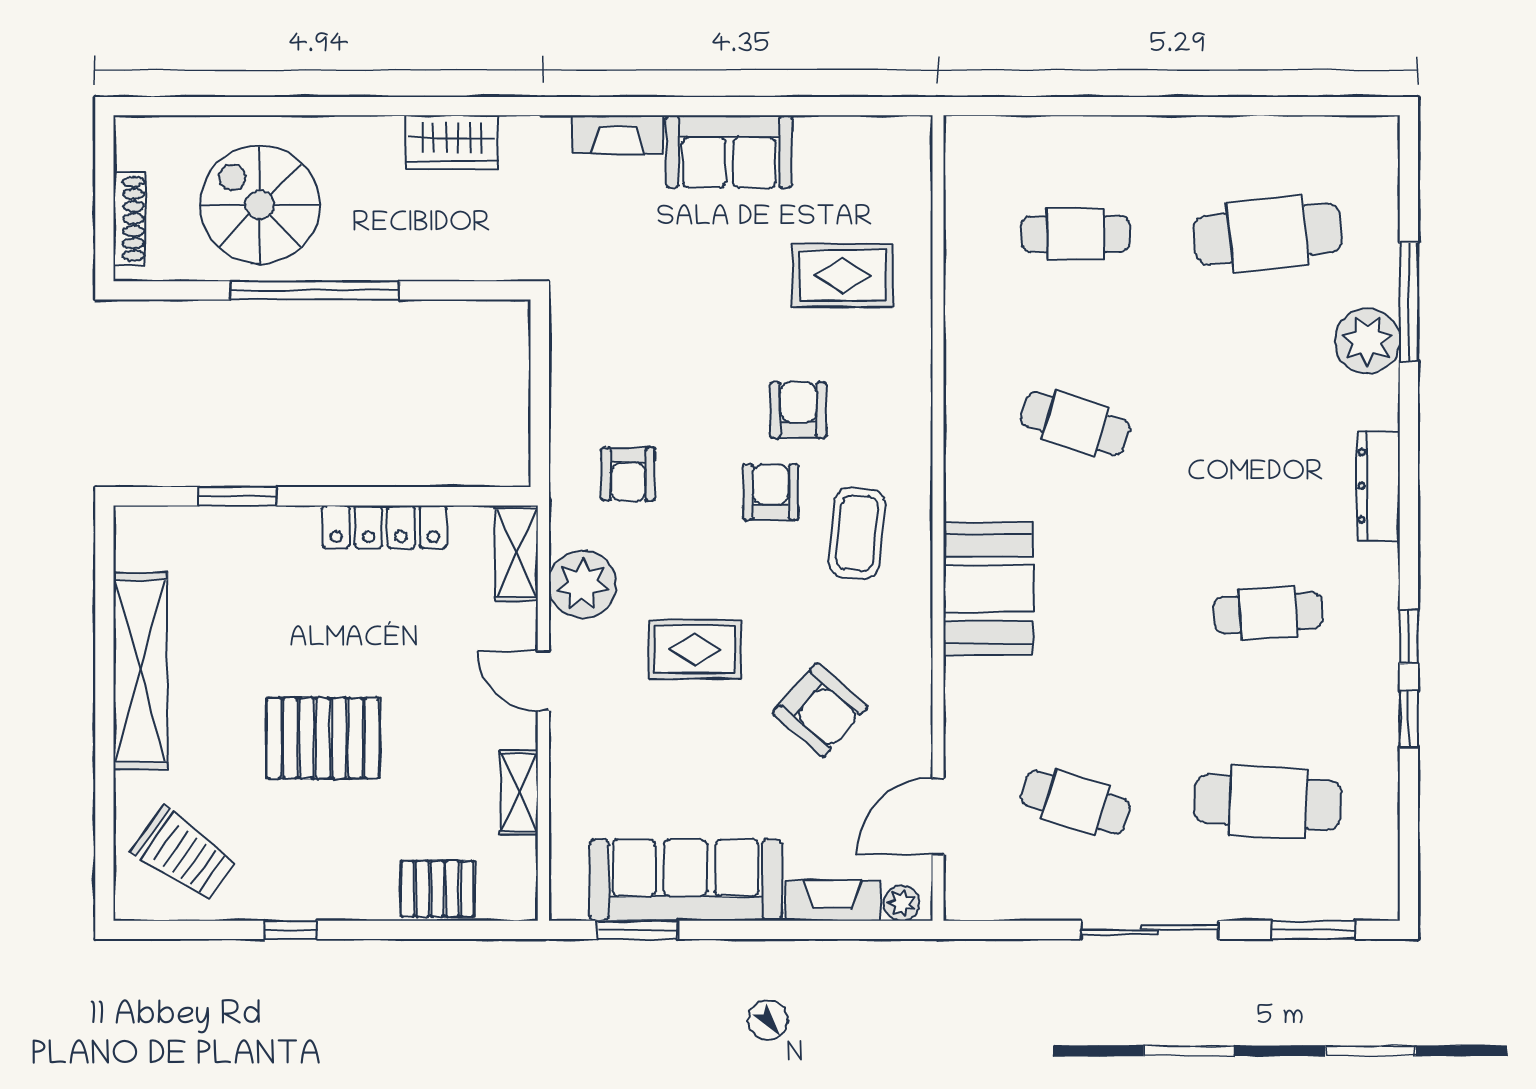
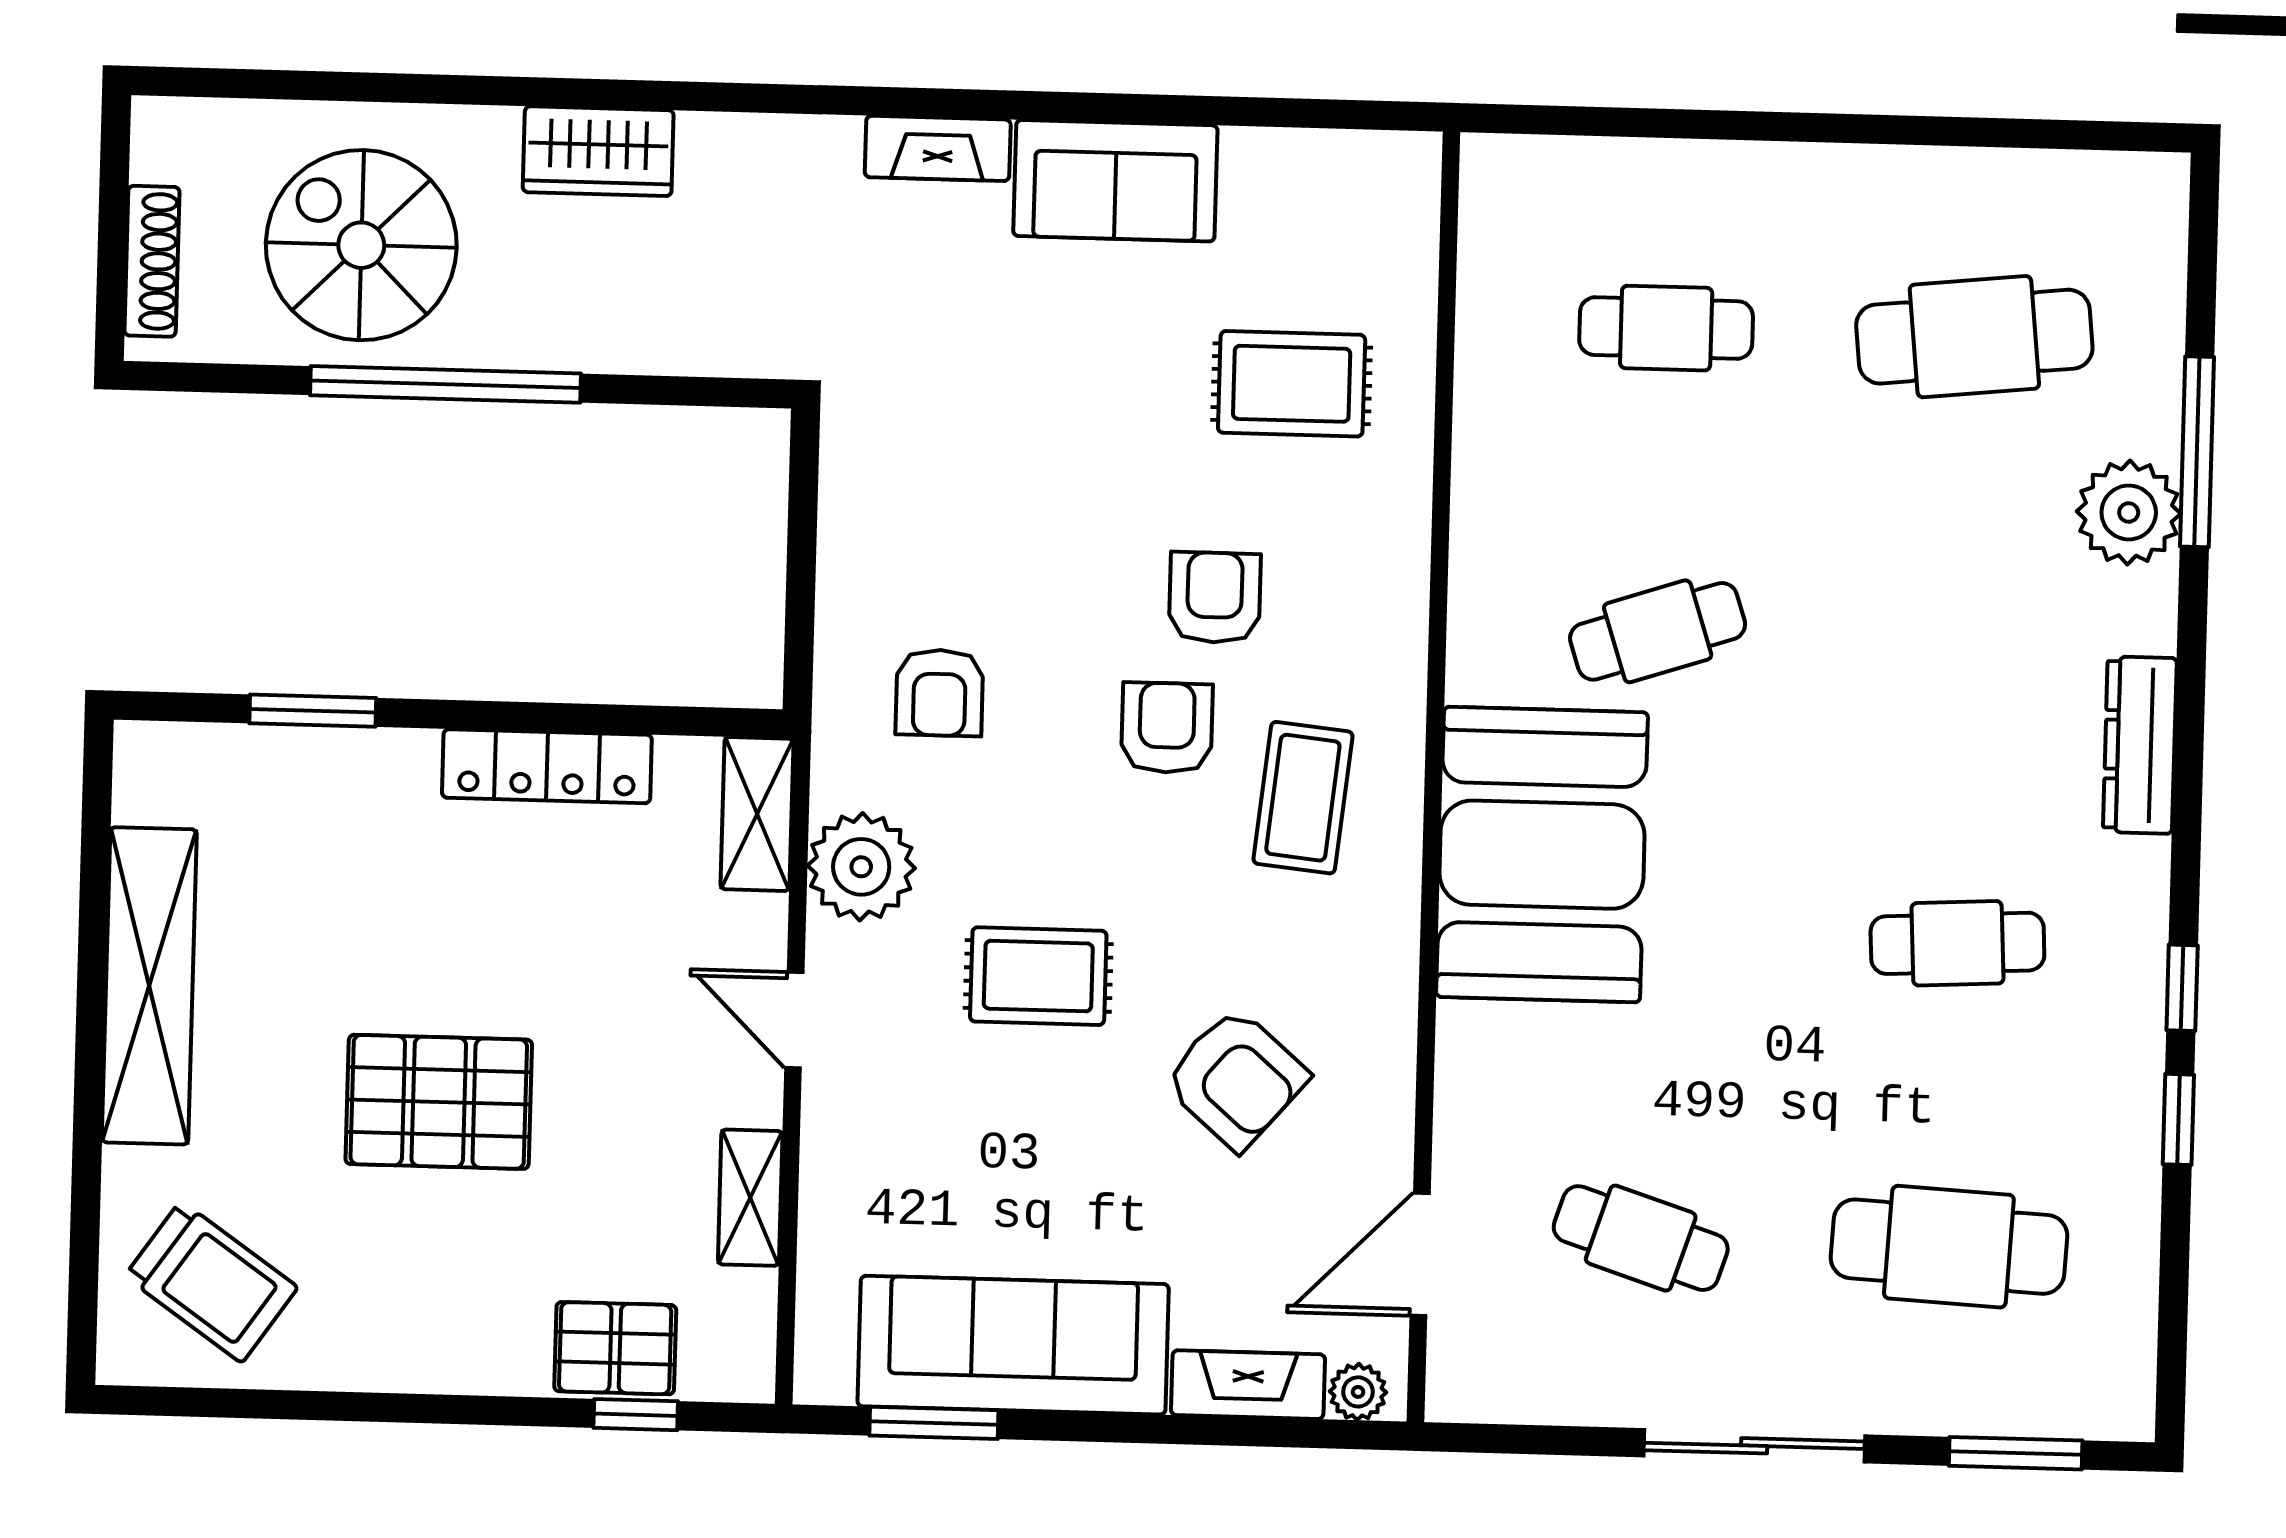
wardrobe: (452, 142) -> (598, 151), moved
cafe table: (1075, 423) -> (1658, 631), turned -36
booth: (988, 589) -> (1542, 855), width x1.36, depth x1.42
window: (291, 930) -> (636, 1415), moved

